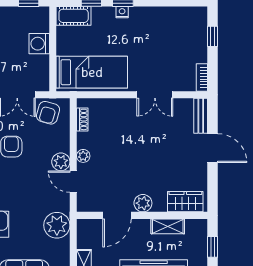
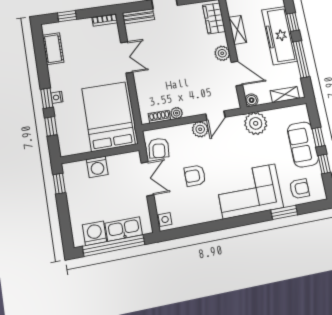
cot: (74, 16) -> (53, 49), moved
bed: (92, 72) -> (108, 117), width x1.50
armchair: (48, 113) -> (159, 148), turned 80
plant: (83, 156) -> (177, 113), moved
boiler: (84, 226) -> (252, 100), added

